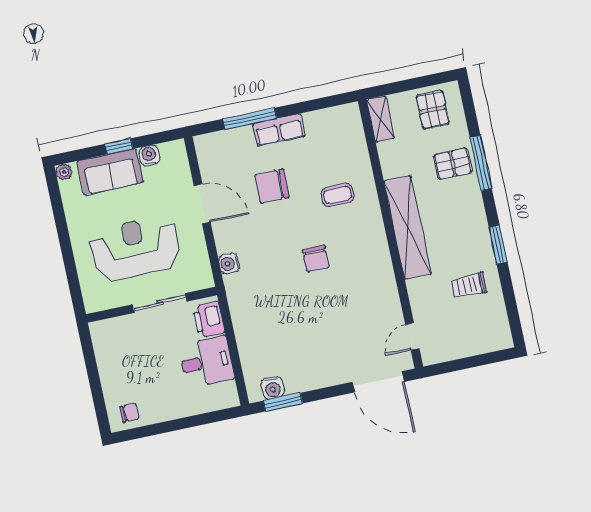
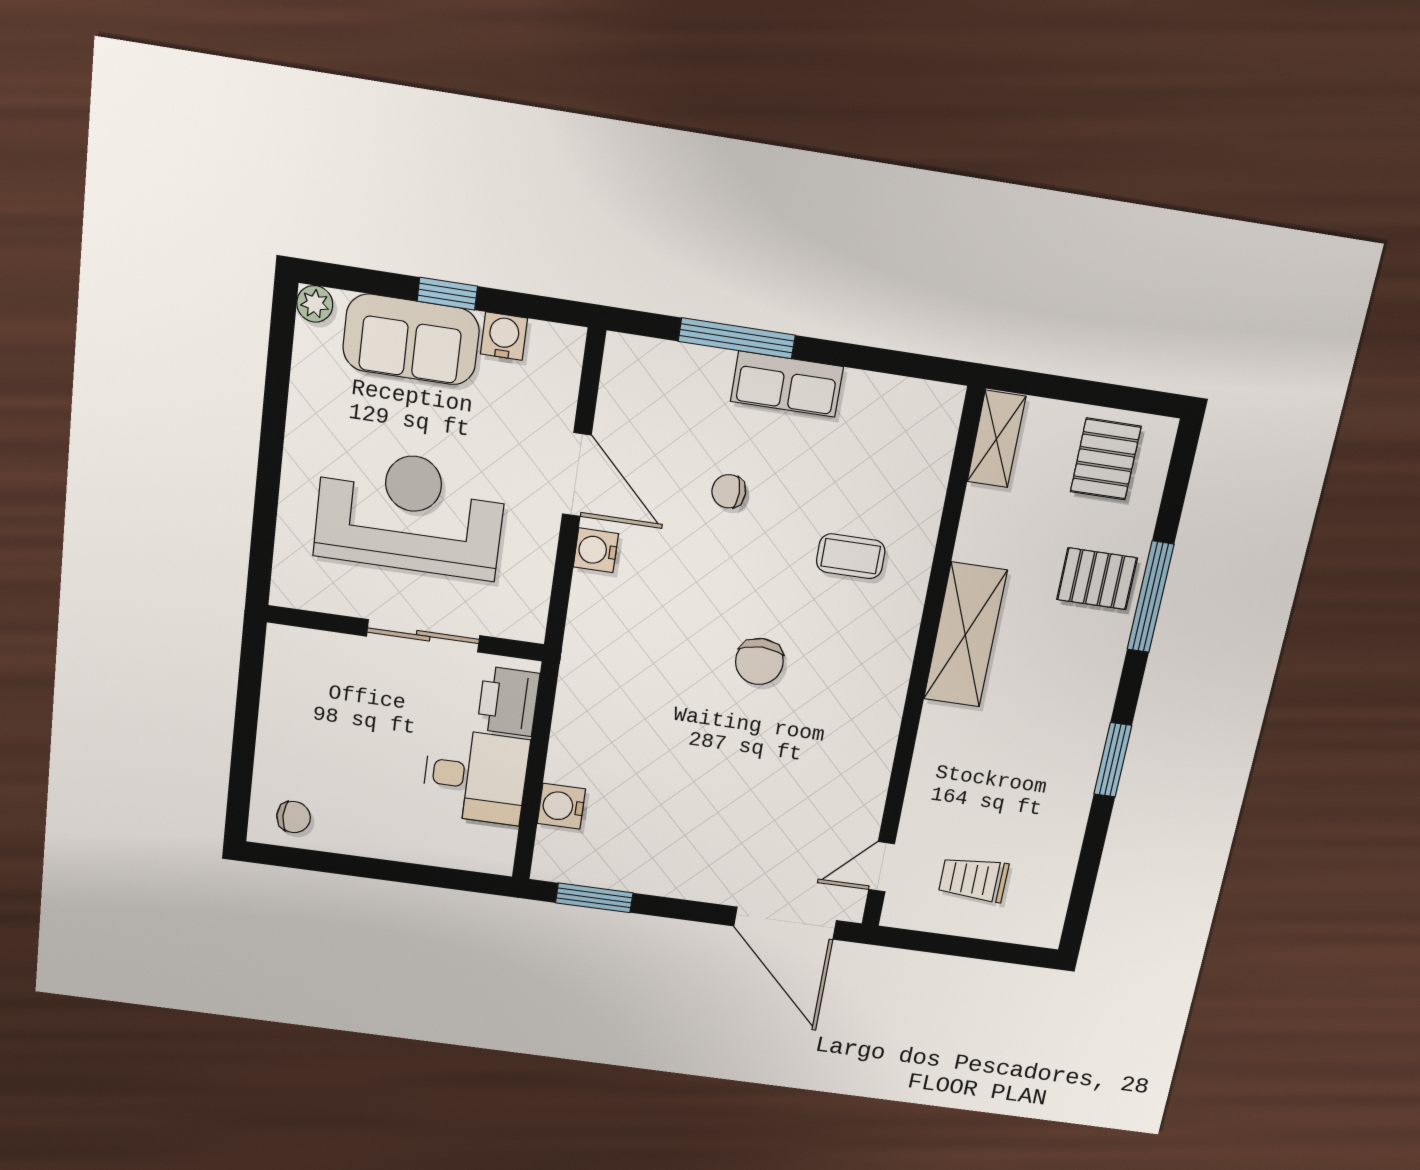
chair: (272, 186) -> (729, 491), width x0.54, depth x0.54
shelving: (408, 227) -> (965, 635), width x0.68
water cooler: (229, 263) -> (596, 550), moved
trolley: (469, 285) -> (974, 879), moved
water cooler: (273, 388) -> (561, 806), moved, turned 90

